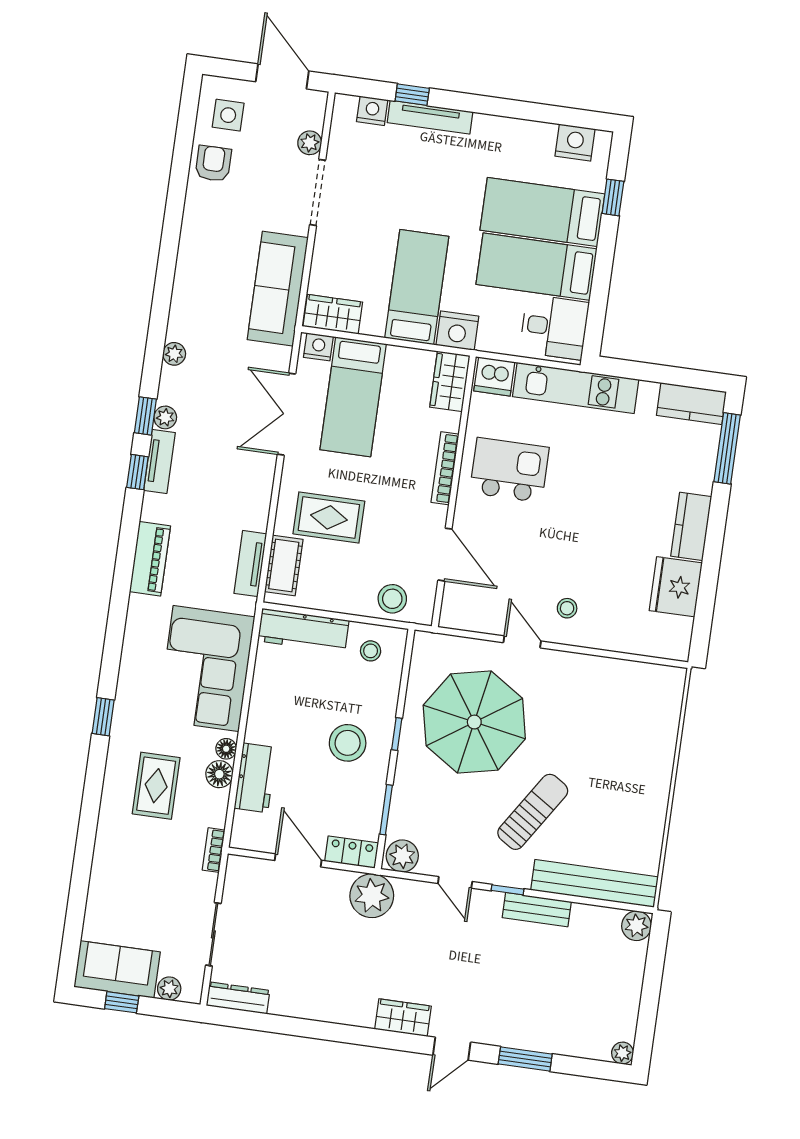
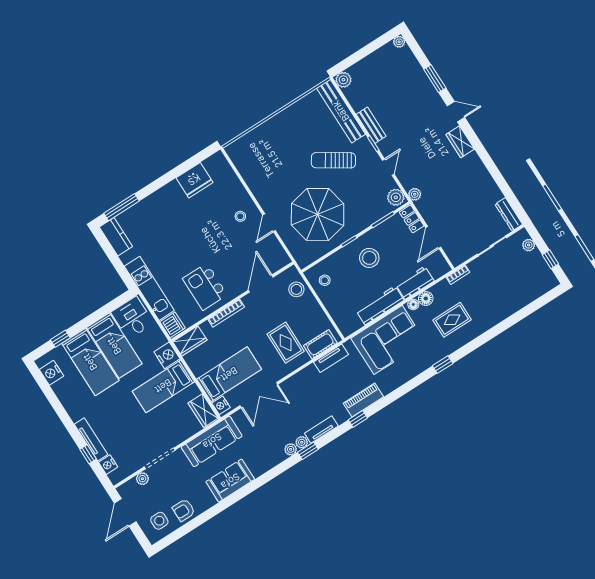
plant: (174, 354) -> (291, 449), moved
window: (137, 472) -> (358, 419), moved
kitchen counter: (691, 526) -> (165, 195), removed
workbench: (303, 631) -> (380, 305), moved, turned -90
plant: (372, 896) -> (415, 194), width x0.53, depth x0.53
sofa: (117, 969) -> (230, 481), moved, turned 90

